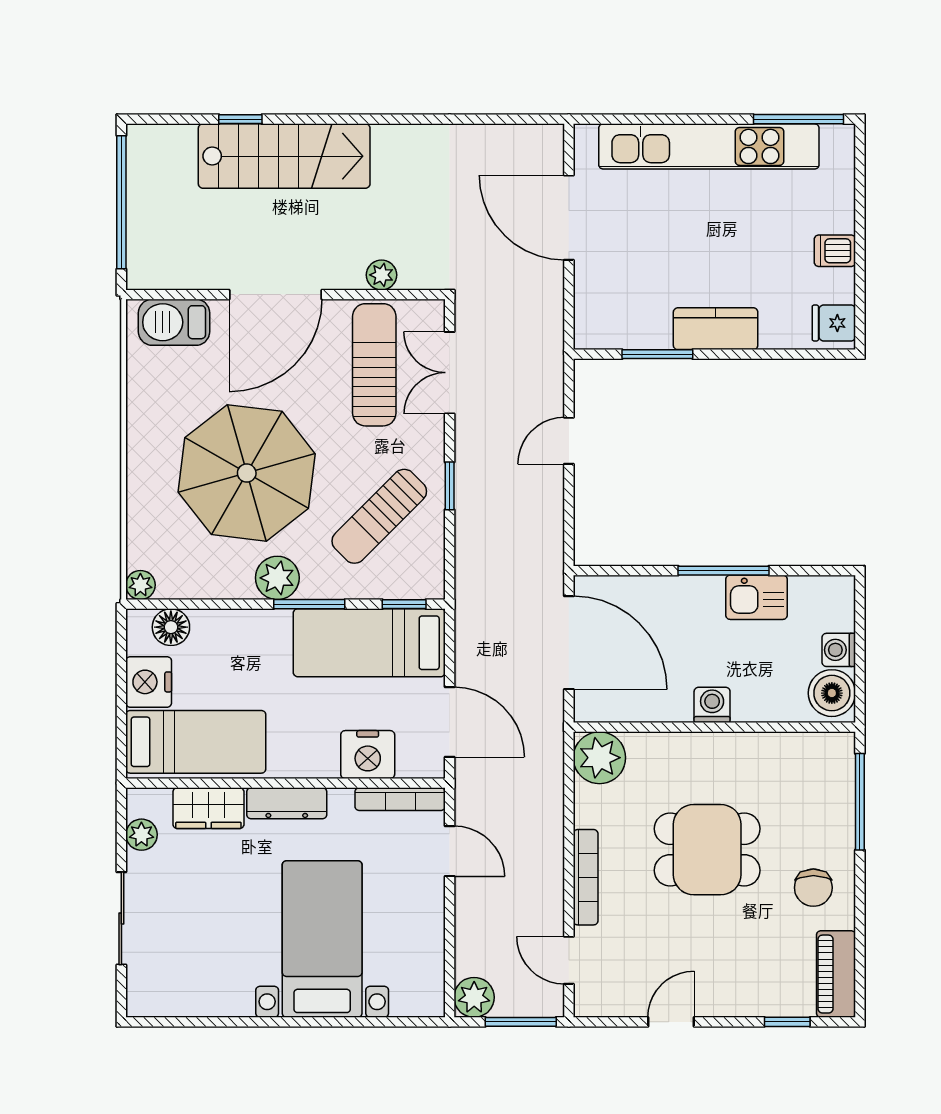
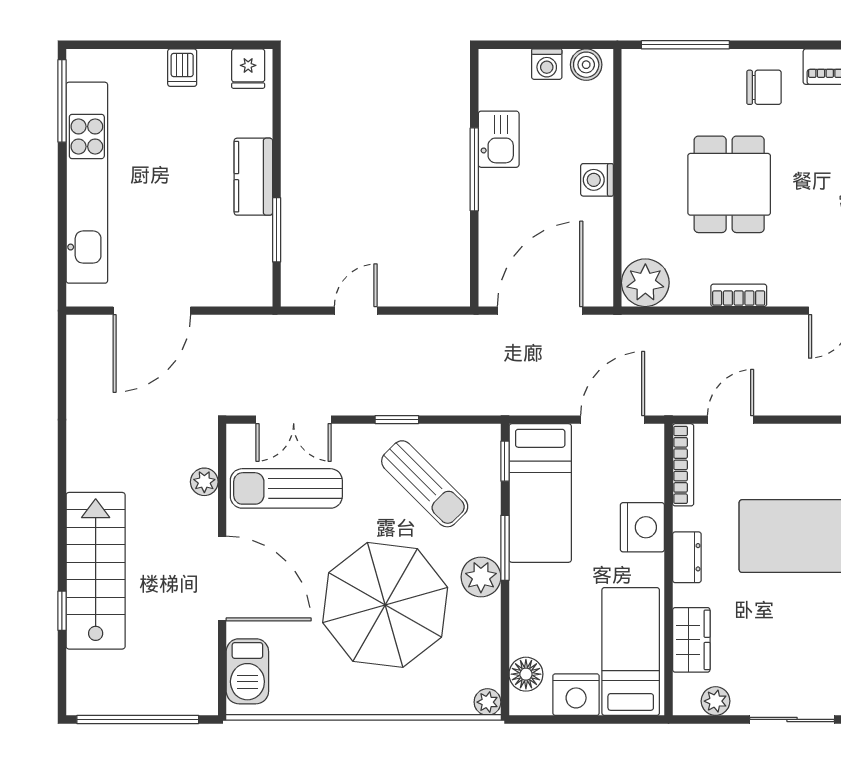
door: (569, 441) -> (356, 311), swing flipped
boiler: (832, 693) -> (586, 65), width x0.73, depth x0.73
nightstand: (368, 755) -> (642, 527), moved
dresser: (287, 803) -> (687, 557), width x0.70
bookcase: (586, 877) -> (739, 295), width x0.64

